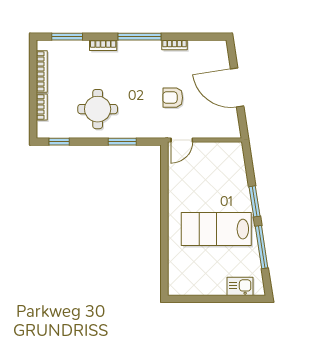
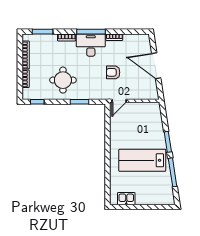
desk: (139, 57) -> (91, 45), added
kitchen sink: (240, 286) -> (126, 199), moved

